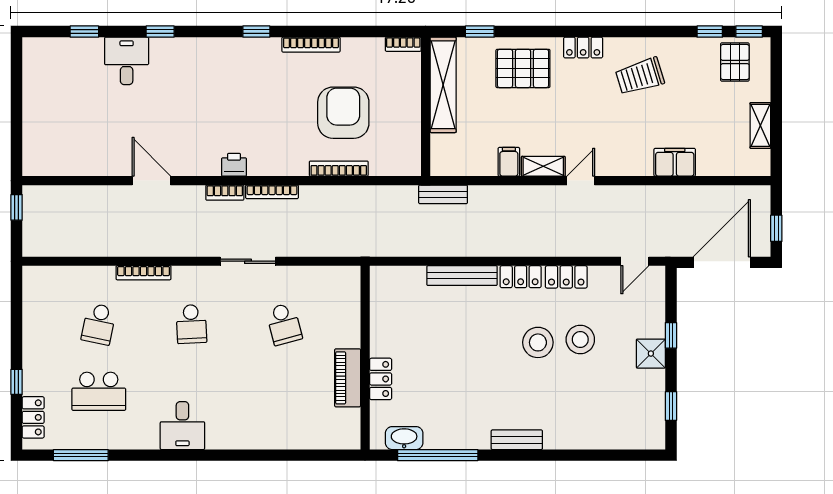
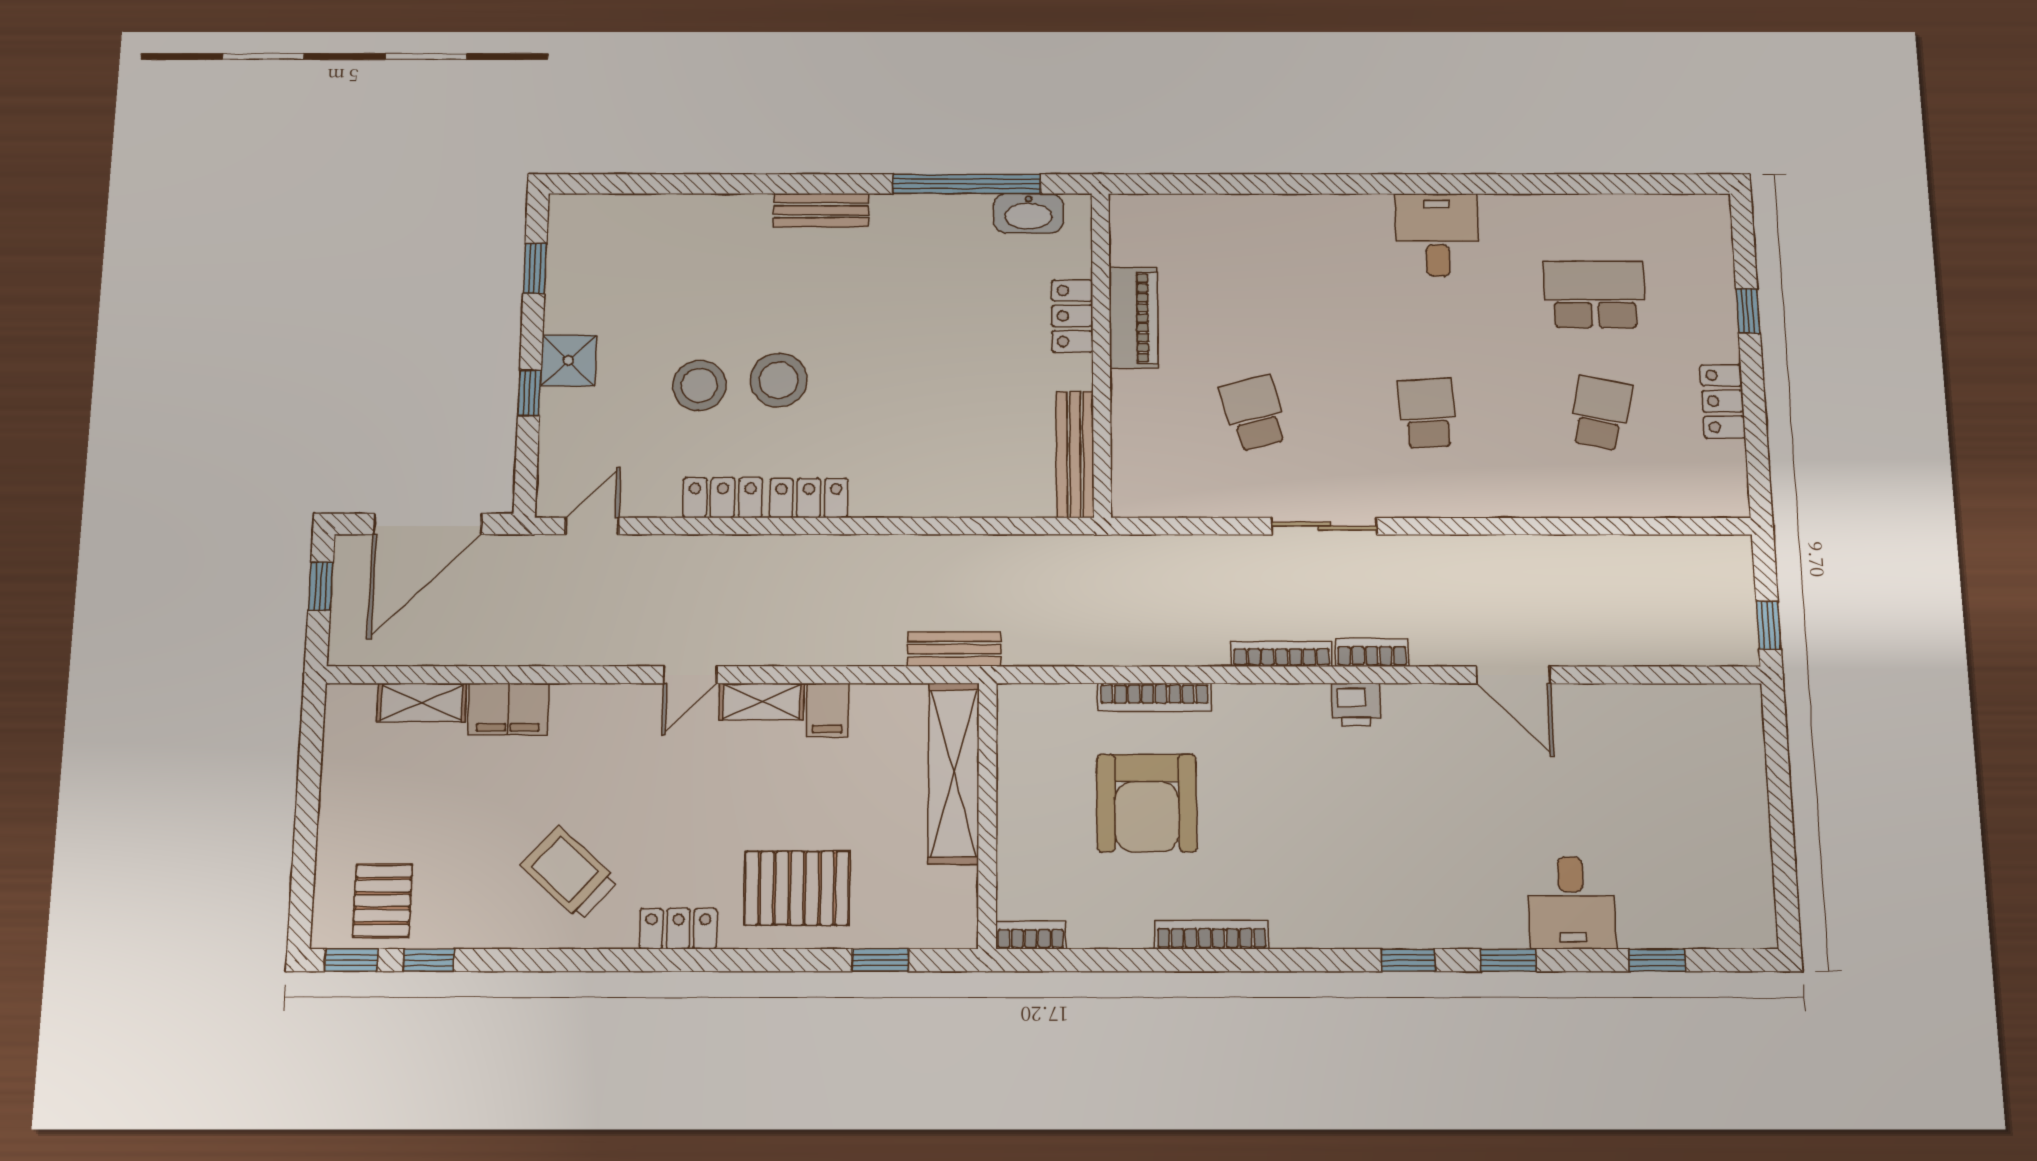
window: (256, 32) -> (1408, 960), moved
trolley: (640, 76) -> (569, 873), turned -121
shelving: (443, 85) -> (954, 773), moved
shelving: (760, 125) -> (422, 702), moved, turned 90
bookcase: (144, 273) -> (1521, 505), removed
bench: (462, 276) -> (1075, 454), moved, turned 90
locker: (33, 417) -> (1723, 401), moved
window: (81, 455) -> (1622, 184), removed

